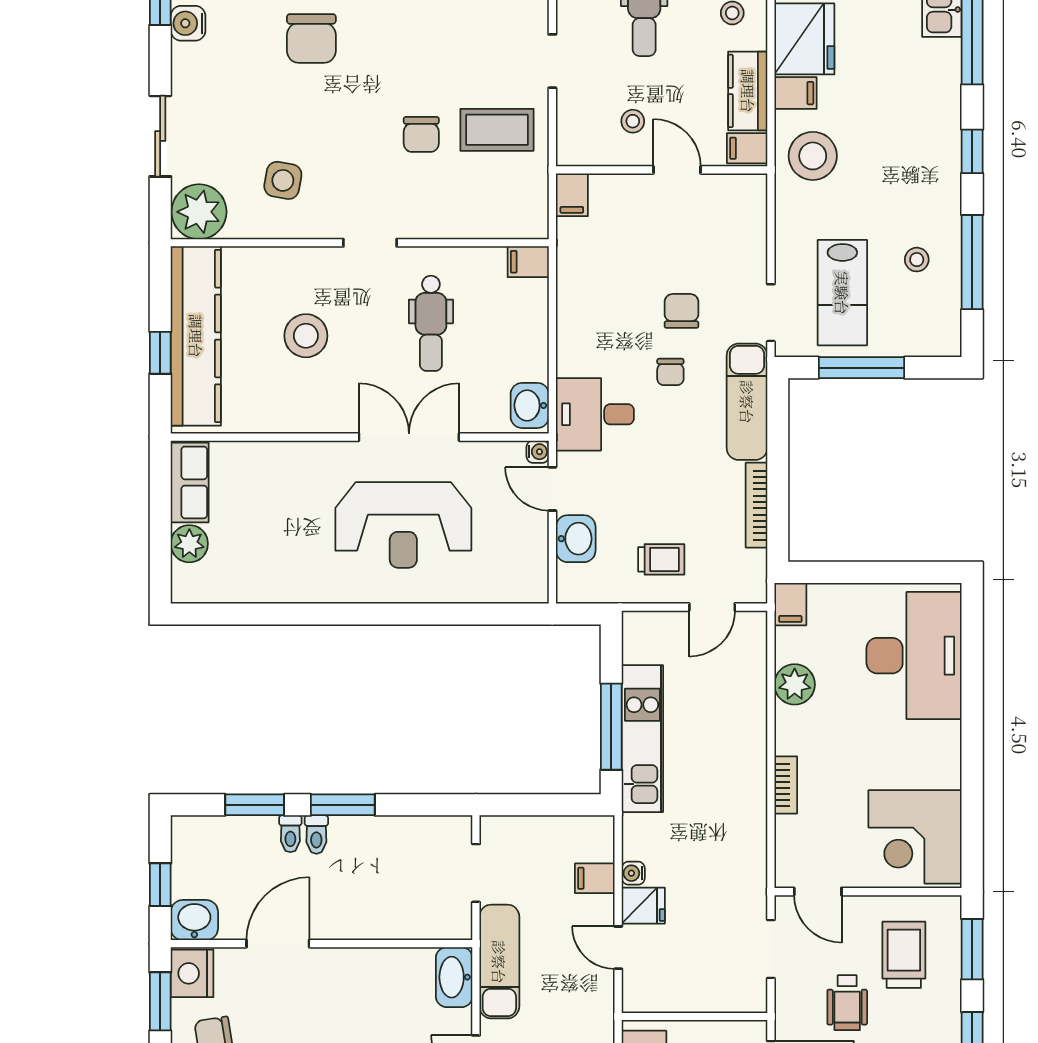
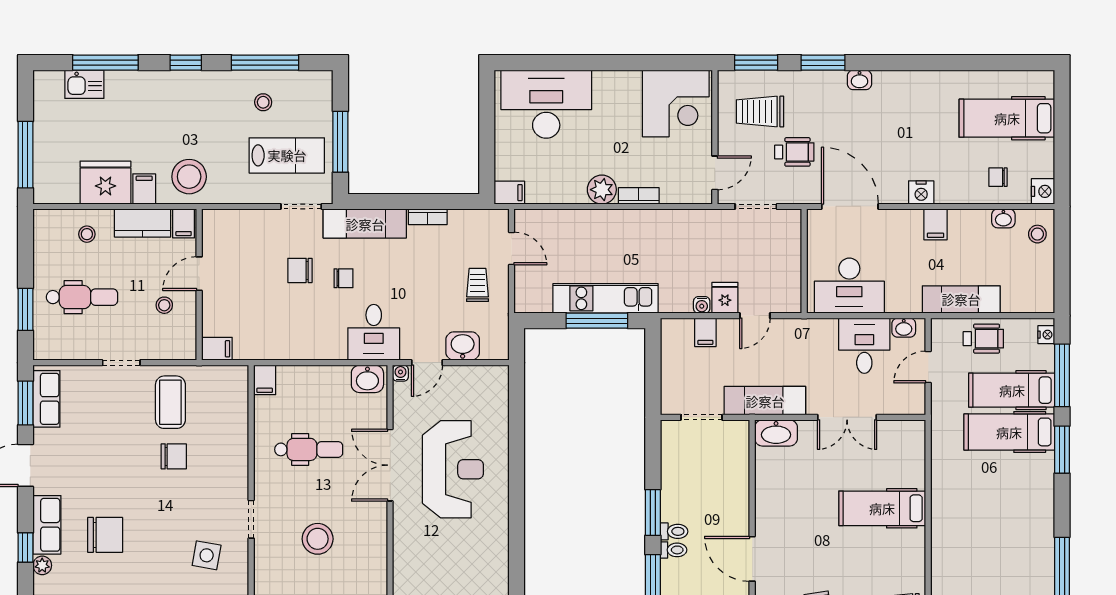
doorway: (370, 243) -> (251, 519), moved
bookcase: (757, 505) -> (428, 217), width x0.64
plant: (795, 684) -> (602, 190), moved

